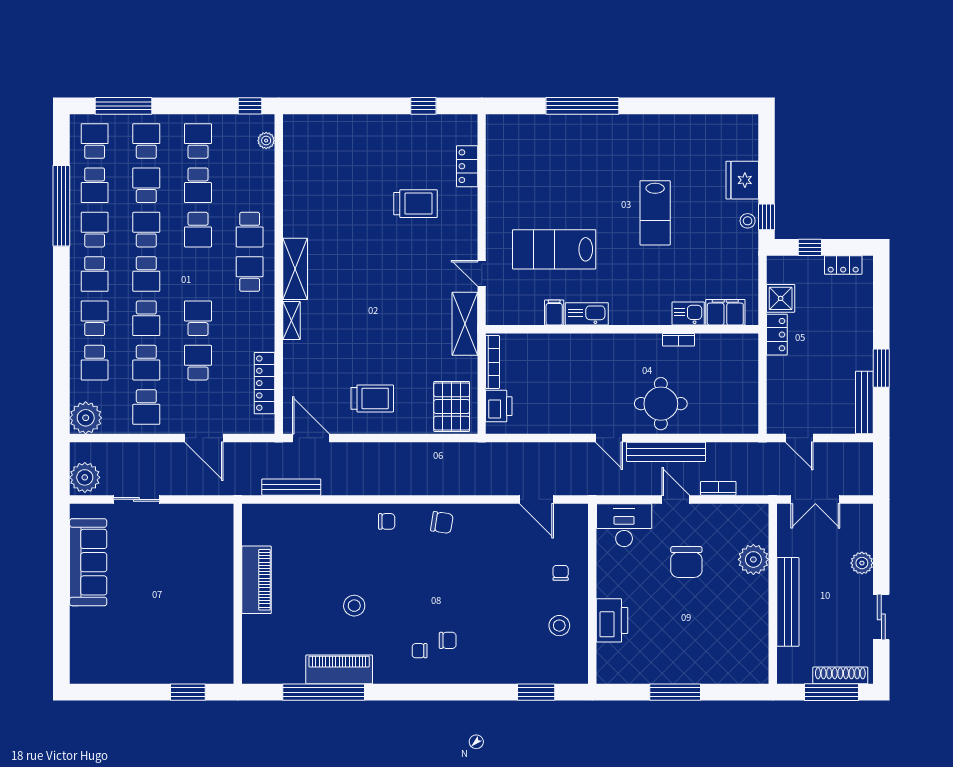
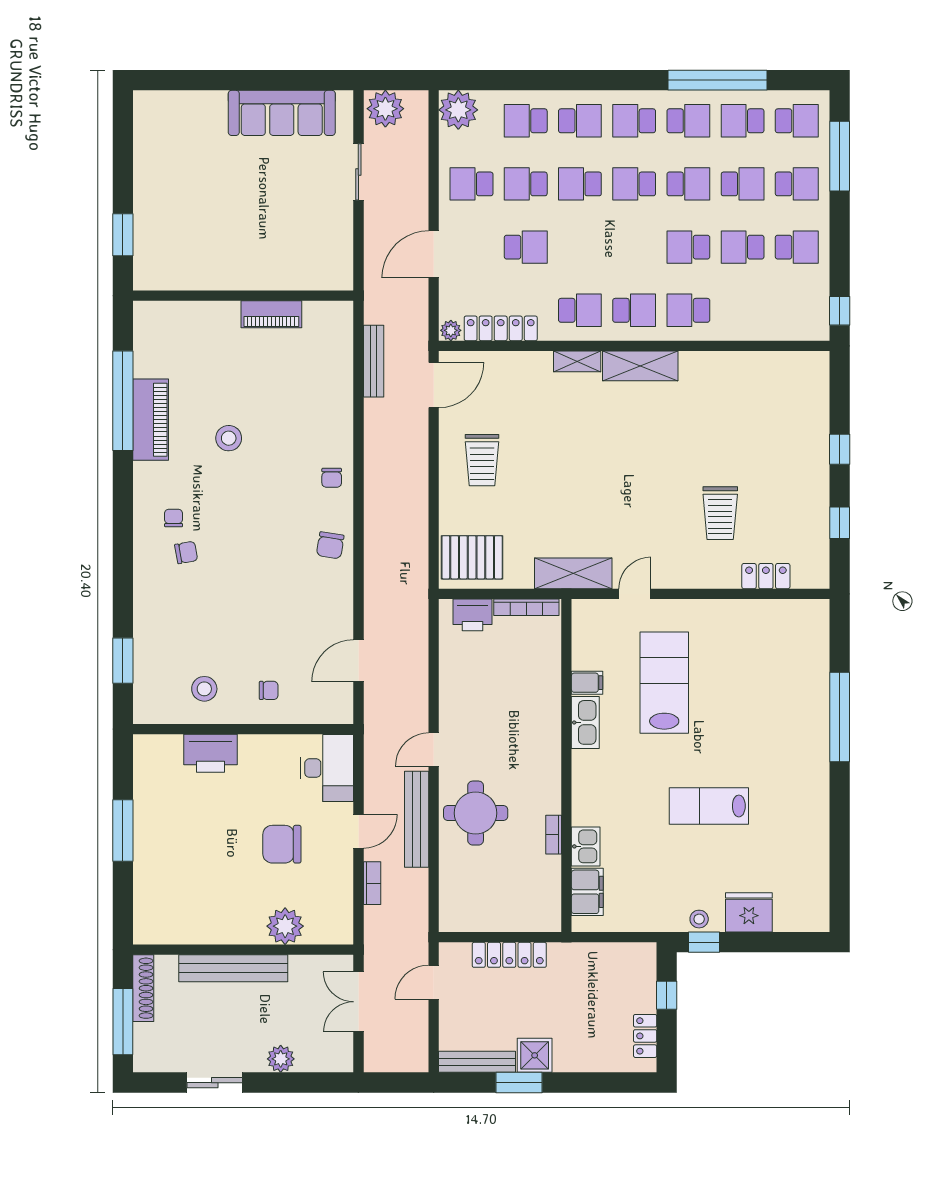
window: (363, 106) -> (840, 449), added
plant: (266, 141) -> (451, 330), moved
shower: (781, 298) -> (535, 1055), moved
school desk: (198, 318) -> (580, 310), moved
locker: (777, 335) -> (509, 955), moved, width x1.53
piano: (256, 580) -> (271, 314), width x0.73, depth x0.75
chair: (448, 640) -> (186, 552), turned -100
shoe rack: (840, 675) -> (143, 988), moved

